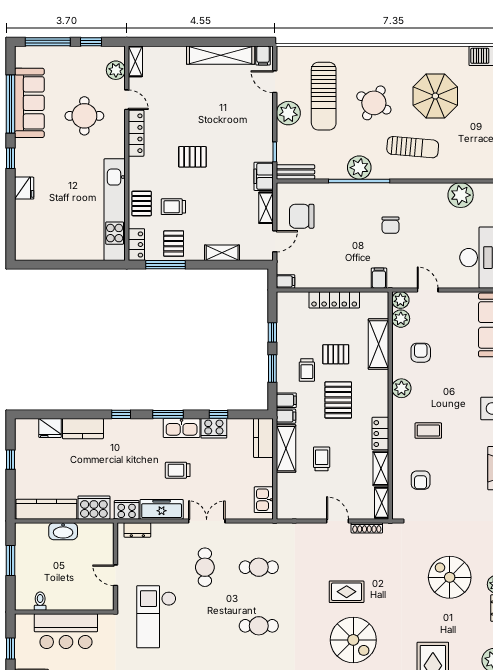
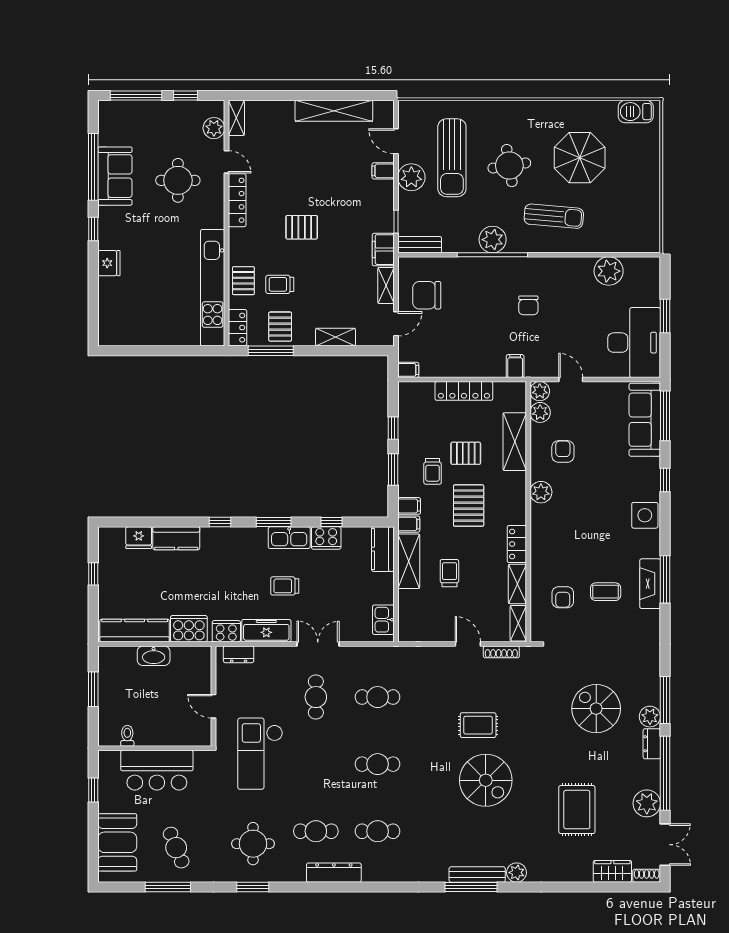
filing cabinet: (263, 55) -> (383, 171), moved, turned 90
sofa: (29, 103) -> (115, 176), width x0.73
round table: (374, 103) -> (509, 166), turned -37
coffee table: (428, 431) -> (606, 592), moved

